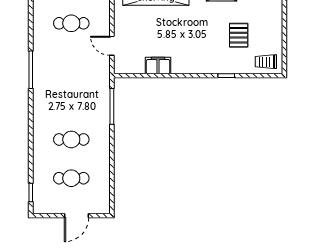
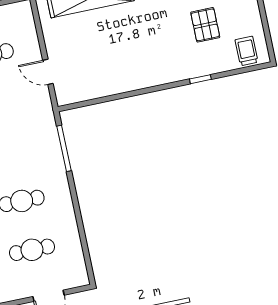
trolley: (266, 62) -> (247, 51), turned 90
filing cabinet: (158, 65) -> (111, 84), removed

